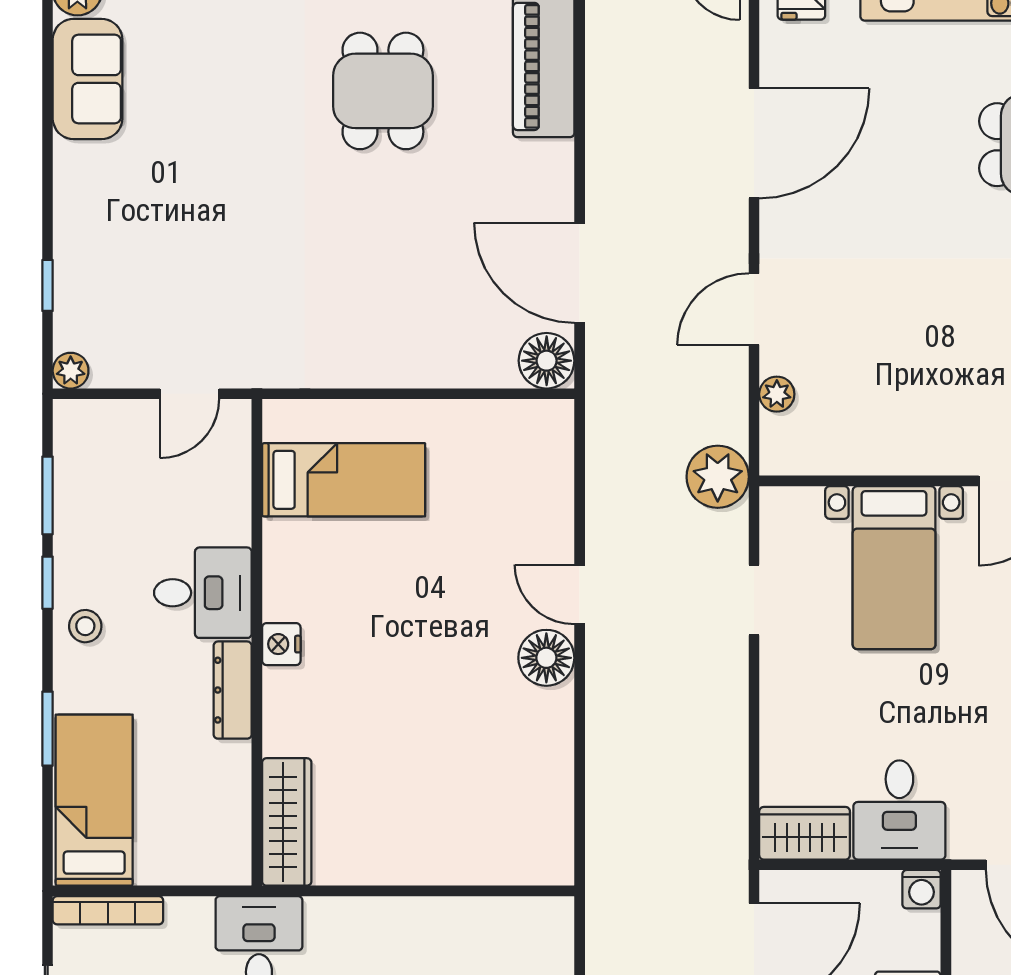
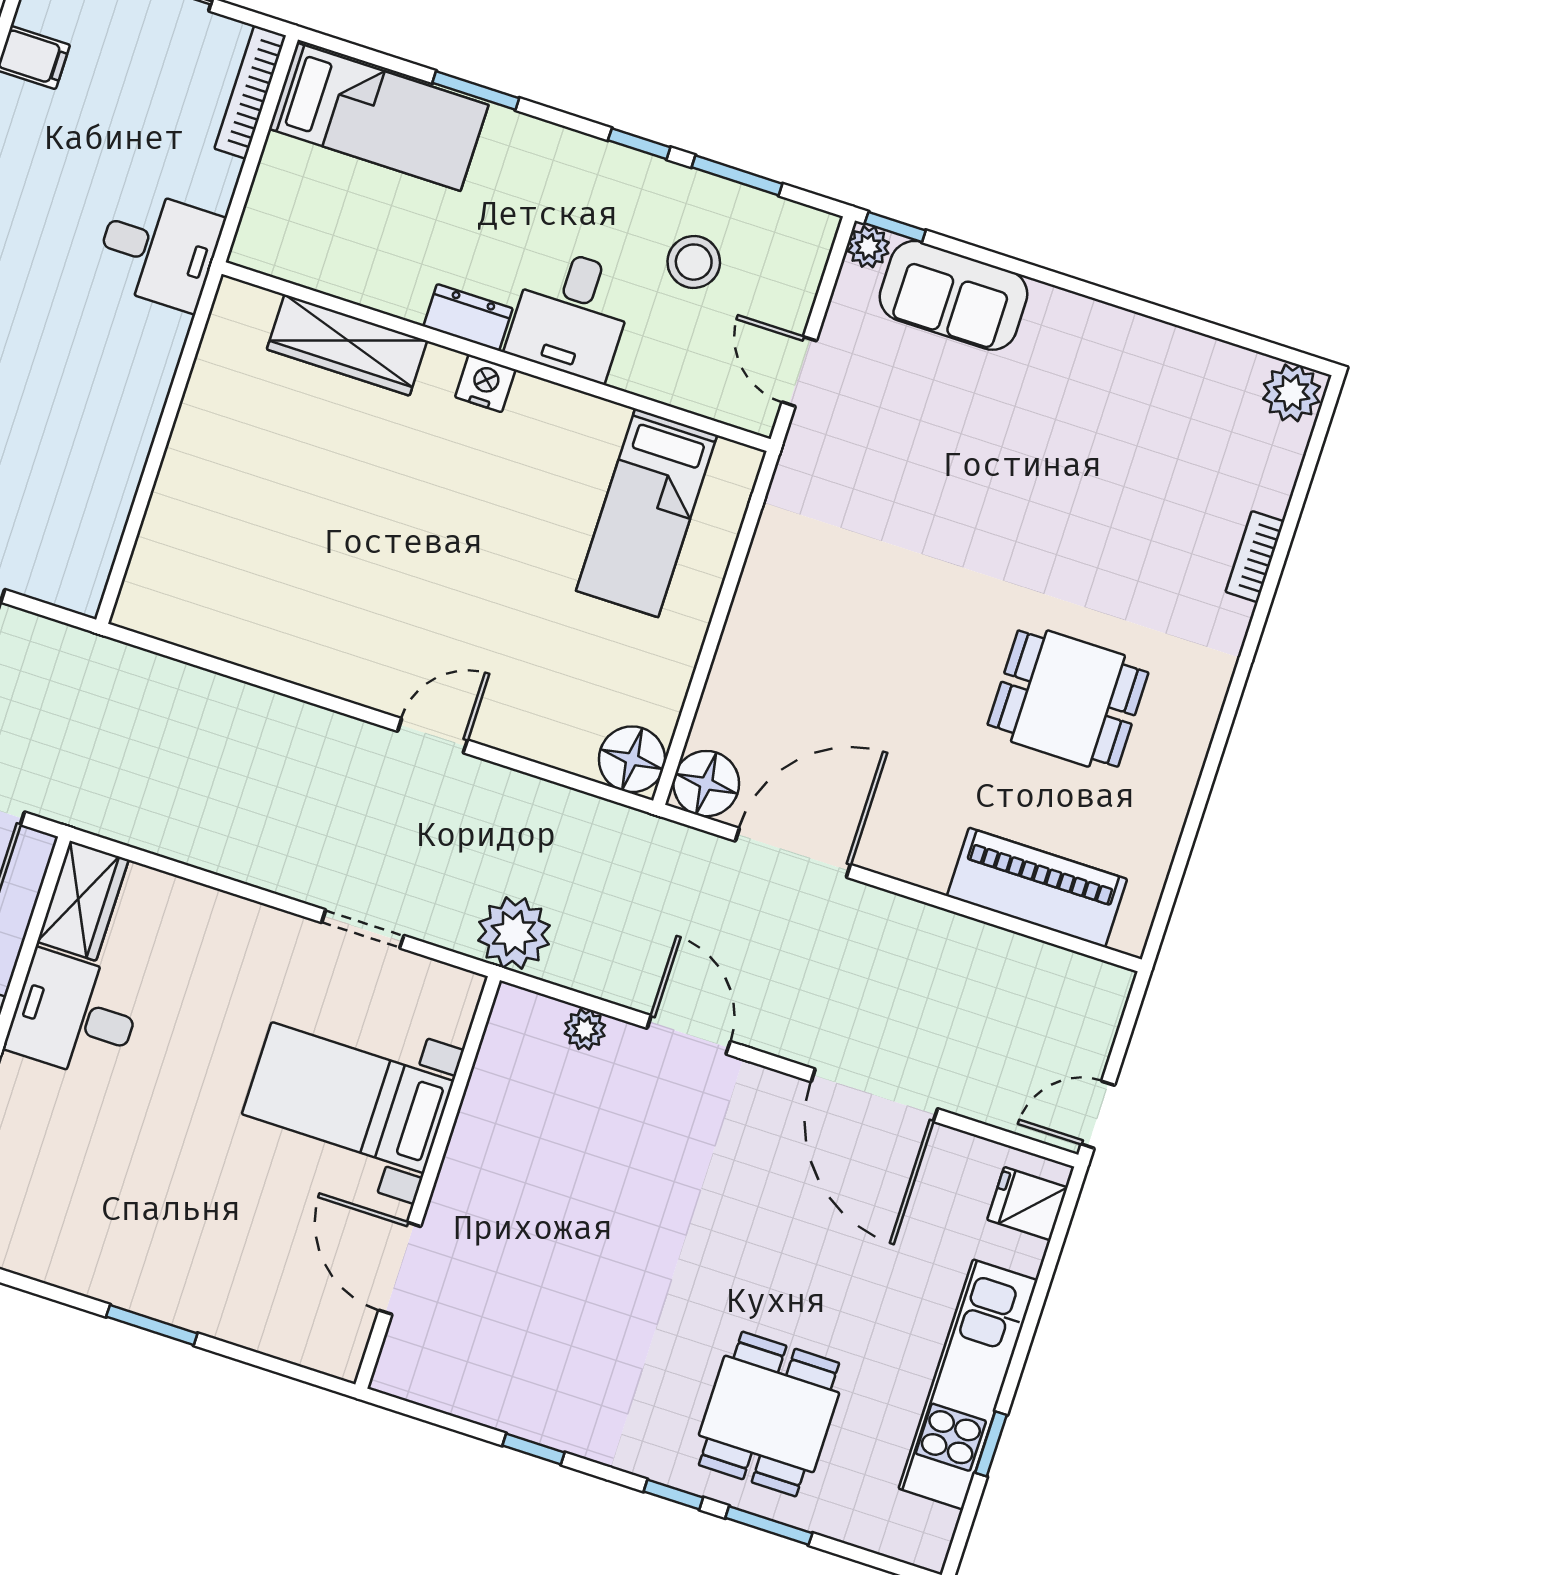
sofa: (88, 79) -> (953, 295), moved
window: (48, 285) -> (895, 227), moved
stool: (85, 626) -> (694, 262), moved, width x1.37, depth x1.37
floor lamp: (546, 658) -> (632, 759), moved
dresser: (233, 690) -> (468, 317), width x0.70
wardrobe: (287, 822) -> (347, 345), moved

